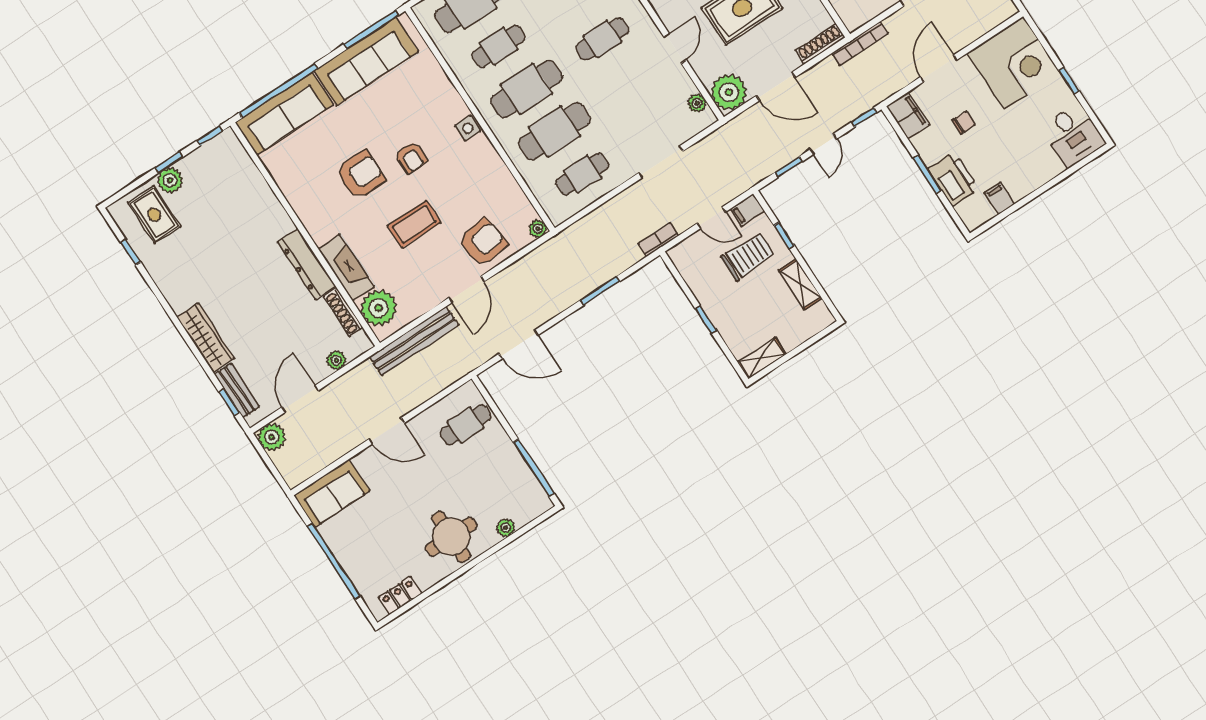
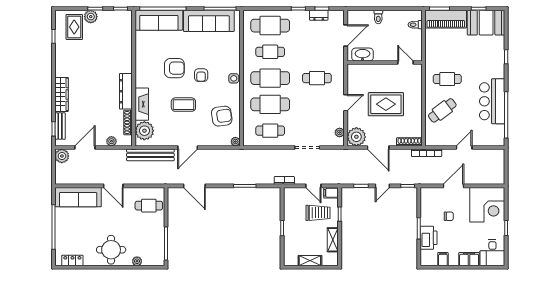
filing cabinet: (908, 115) -> (469, 259), moved, turned -90
armchair: (483, 242) -> (222, 116), moved
shelving: (762, 358) -> (310, 261), moved
sofa: (332, 493) -> (78, 197), width x1.36

